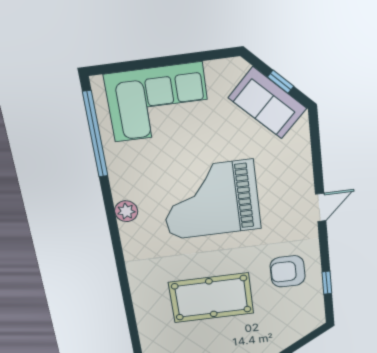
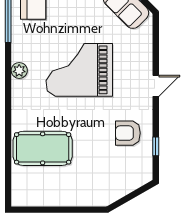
pool table: (211, 298) -> (43, 148), moved

